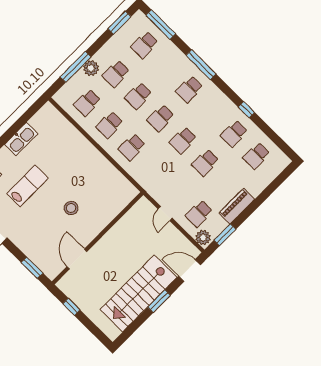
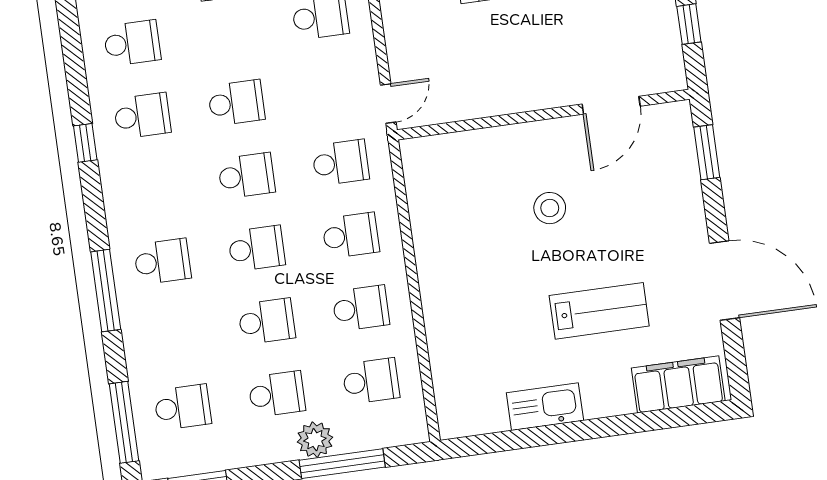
school desk: (154, 169) -> (341, 163), added
lab bench: (28, 186) -> (599, 311), turned 180
door: (165, 214) -> (388, 104), moved

